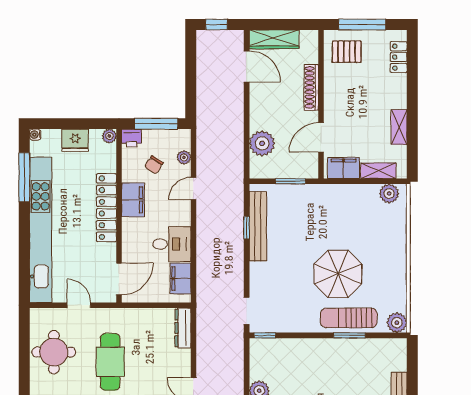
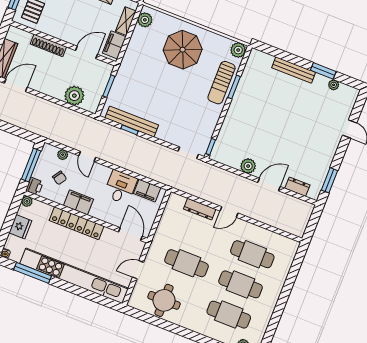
door: (321, 137) -> (86, 52), swing flipped
parasol: (338, 274) -> (183, 50), moved
dresser: (183, 328) -> (200, 209), moved

